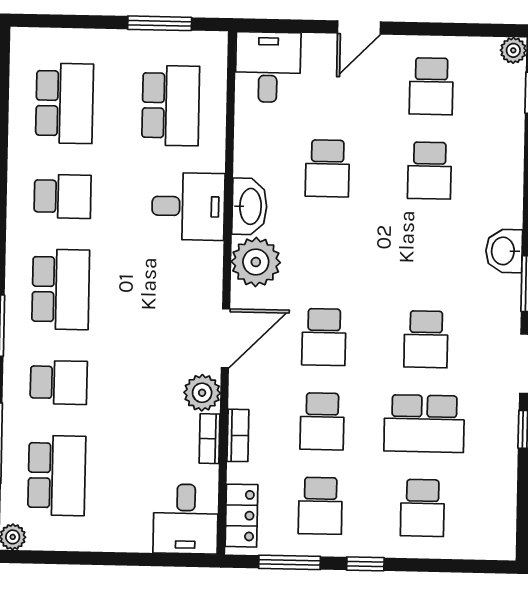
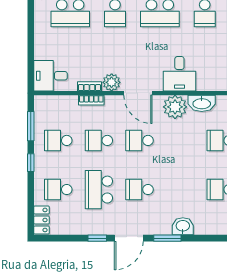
desk: (188, 206) -> (179, 74), moved
locker: (242, 516) -> (42, 220), moved, turned -90

